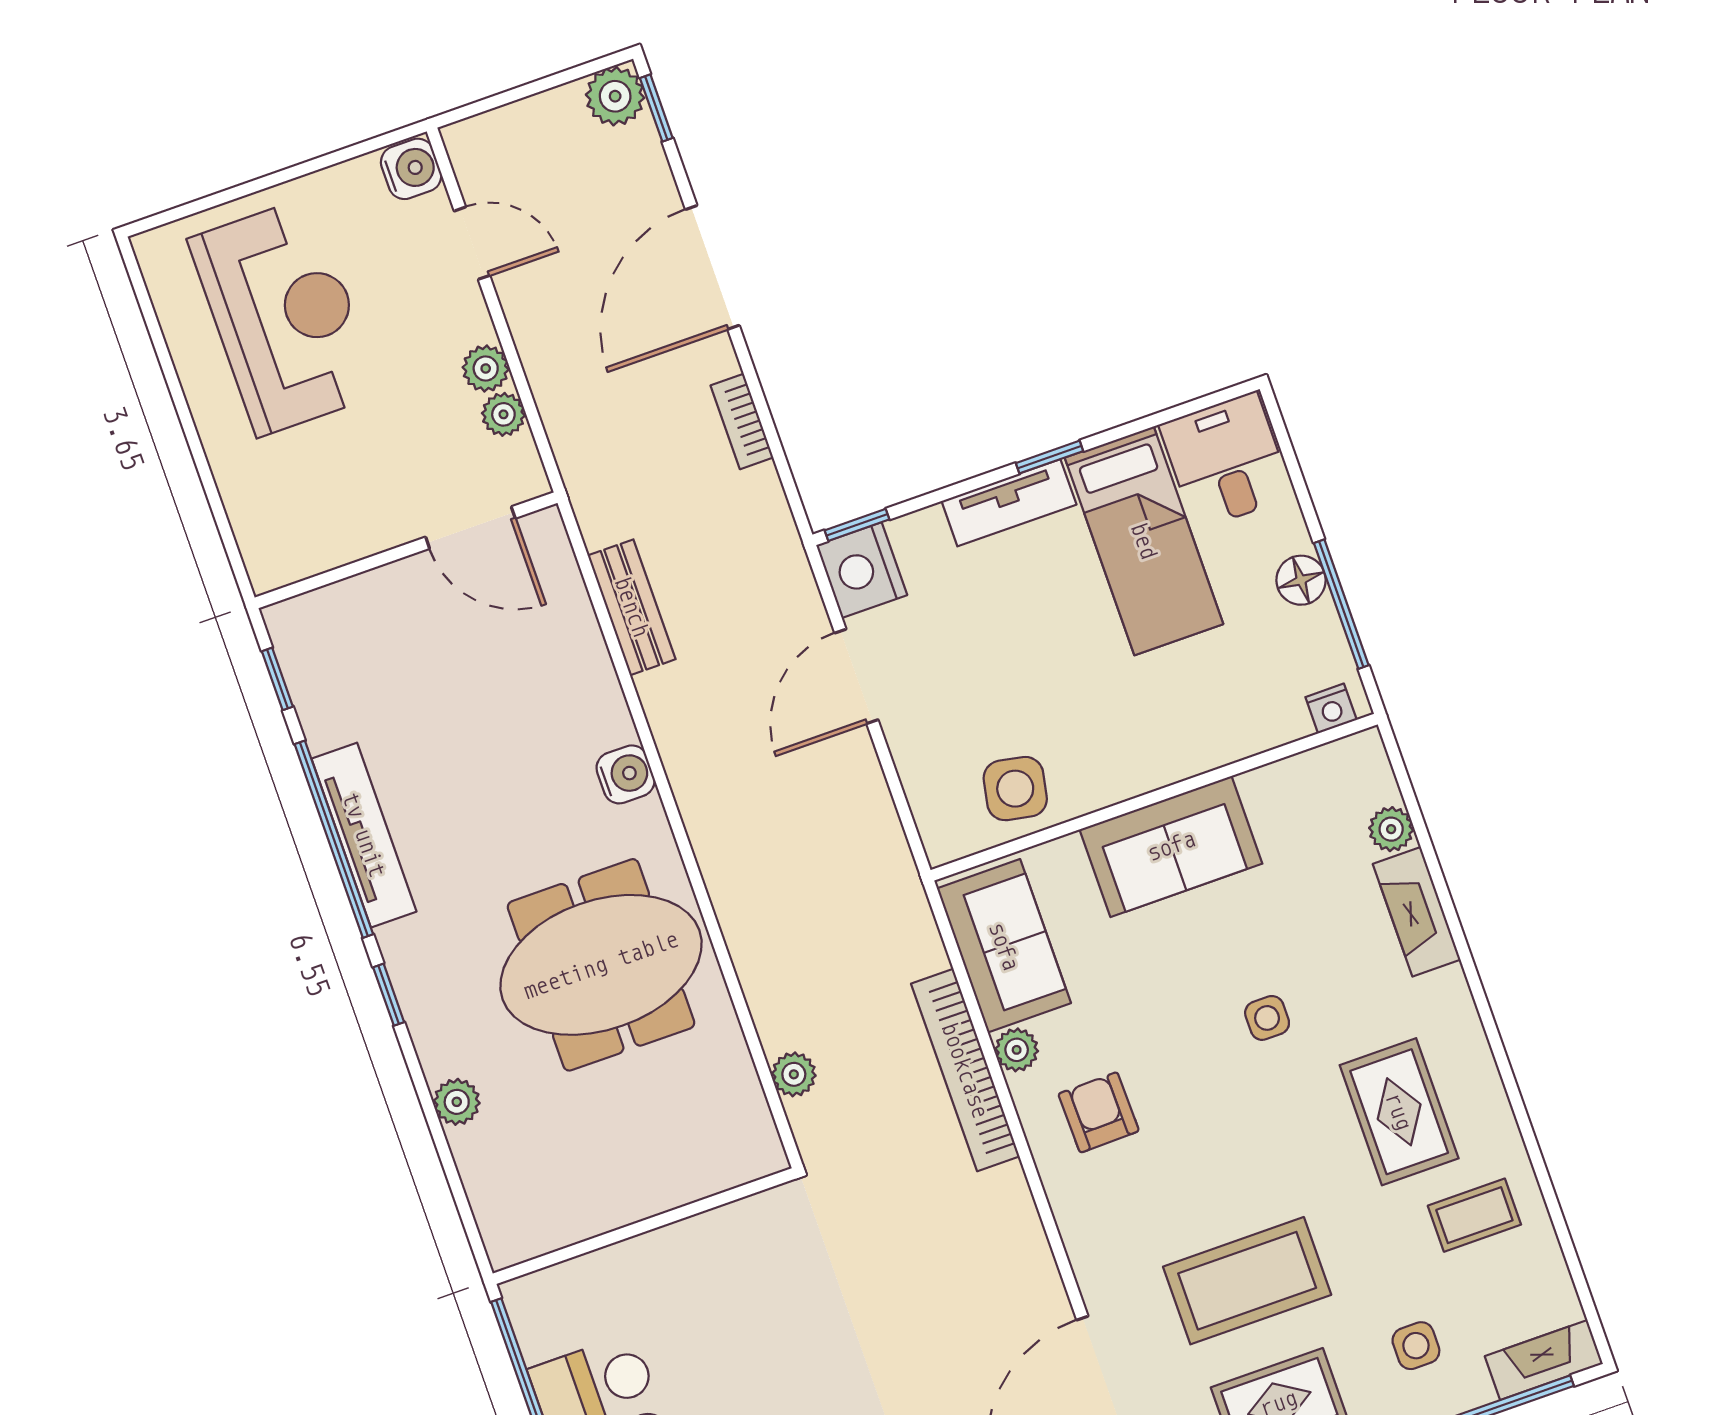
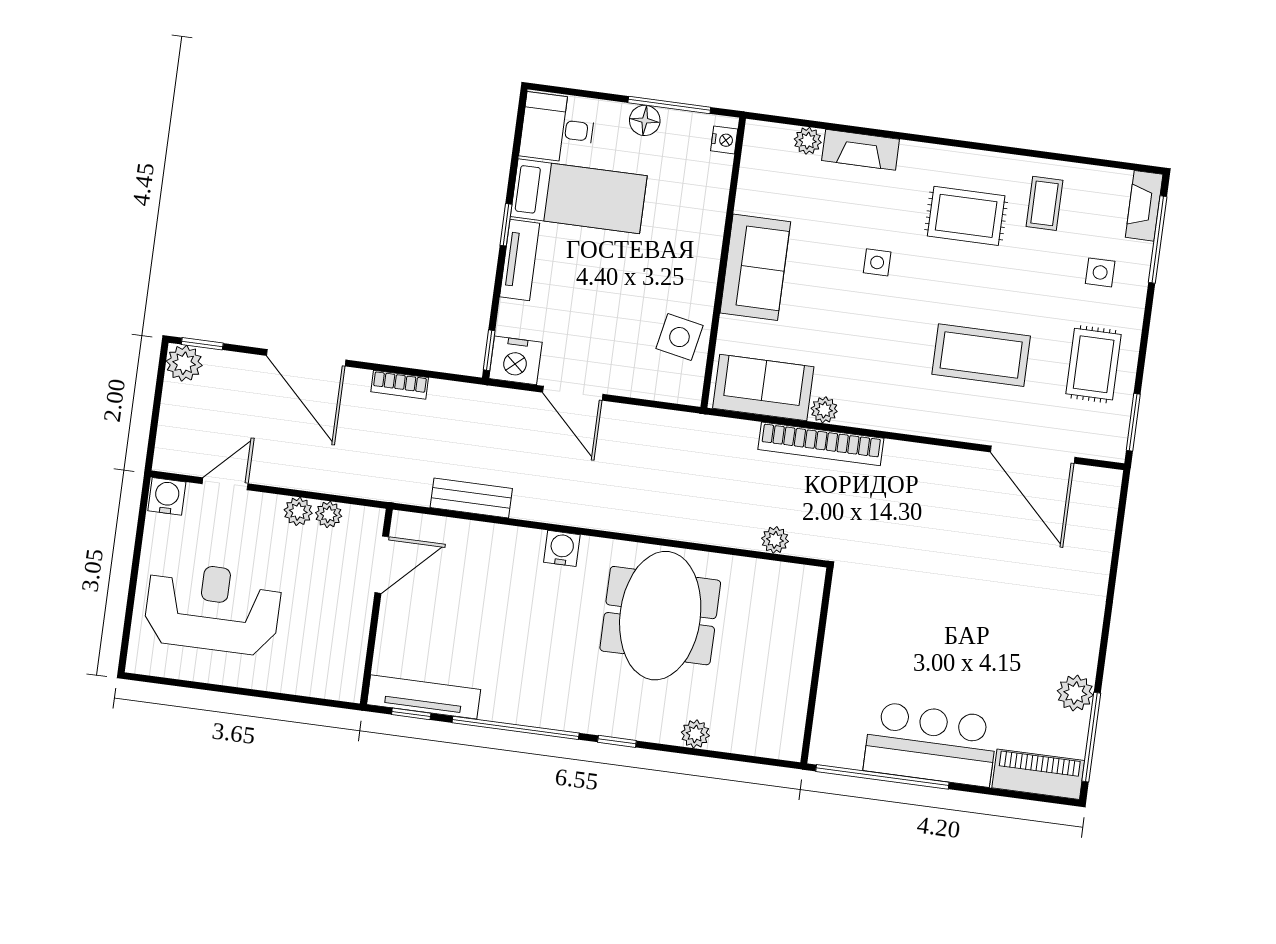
tv unit: (364, 835) -> (424, 697), moved
armchair: (1099, 1112) -> (882, 382), removed
coffee table: (1247, 1281) -> (981, 355), moved, turned 90

